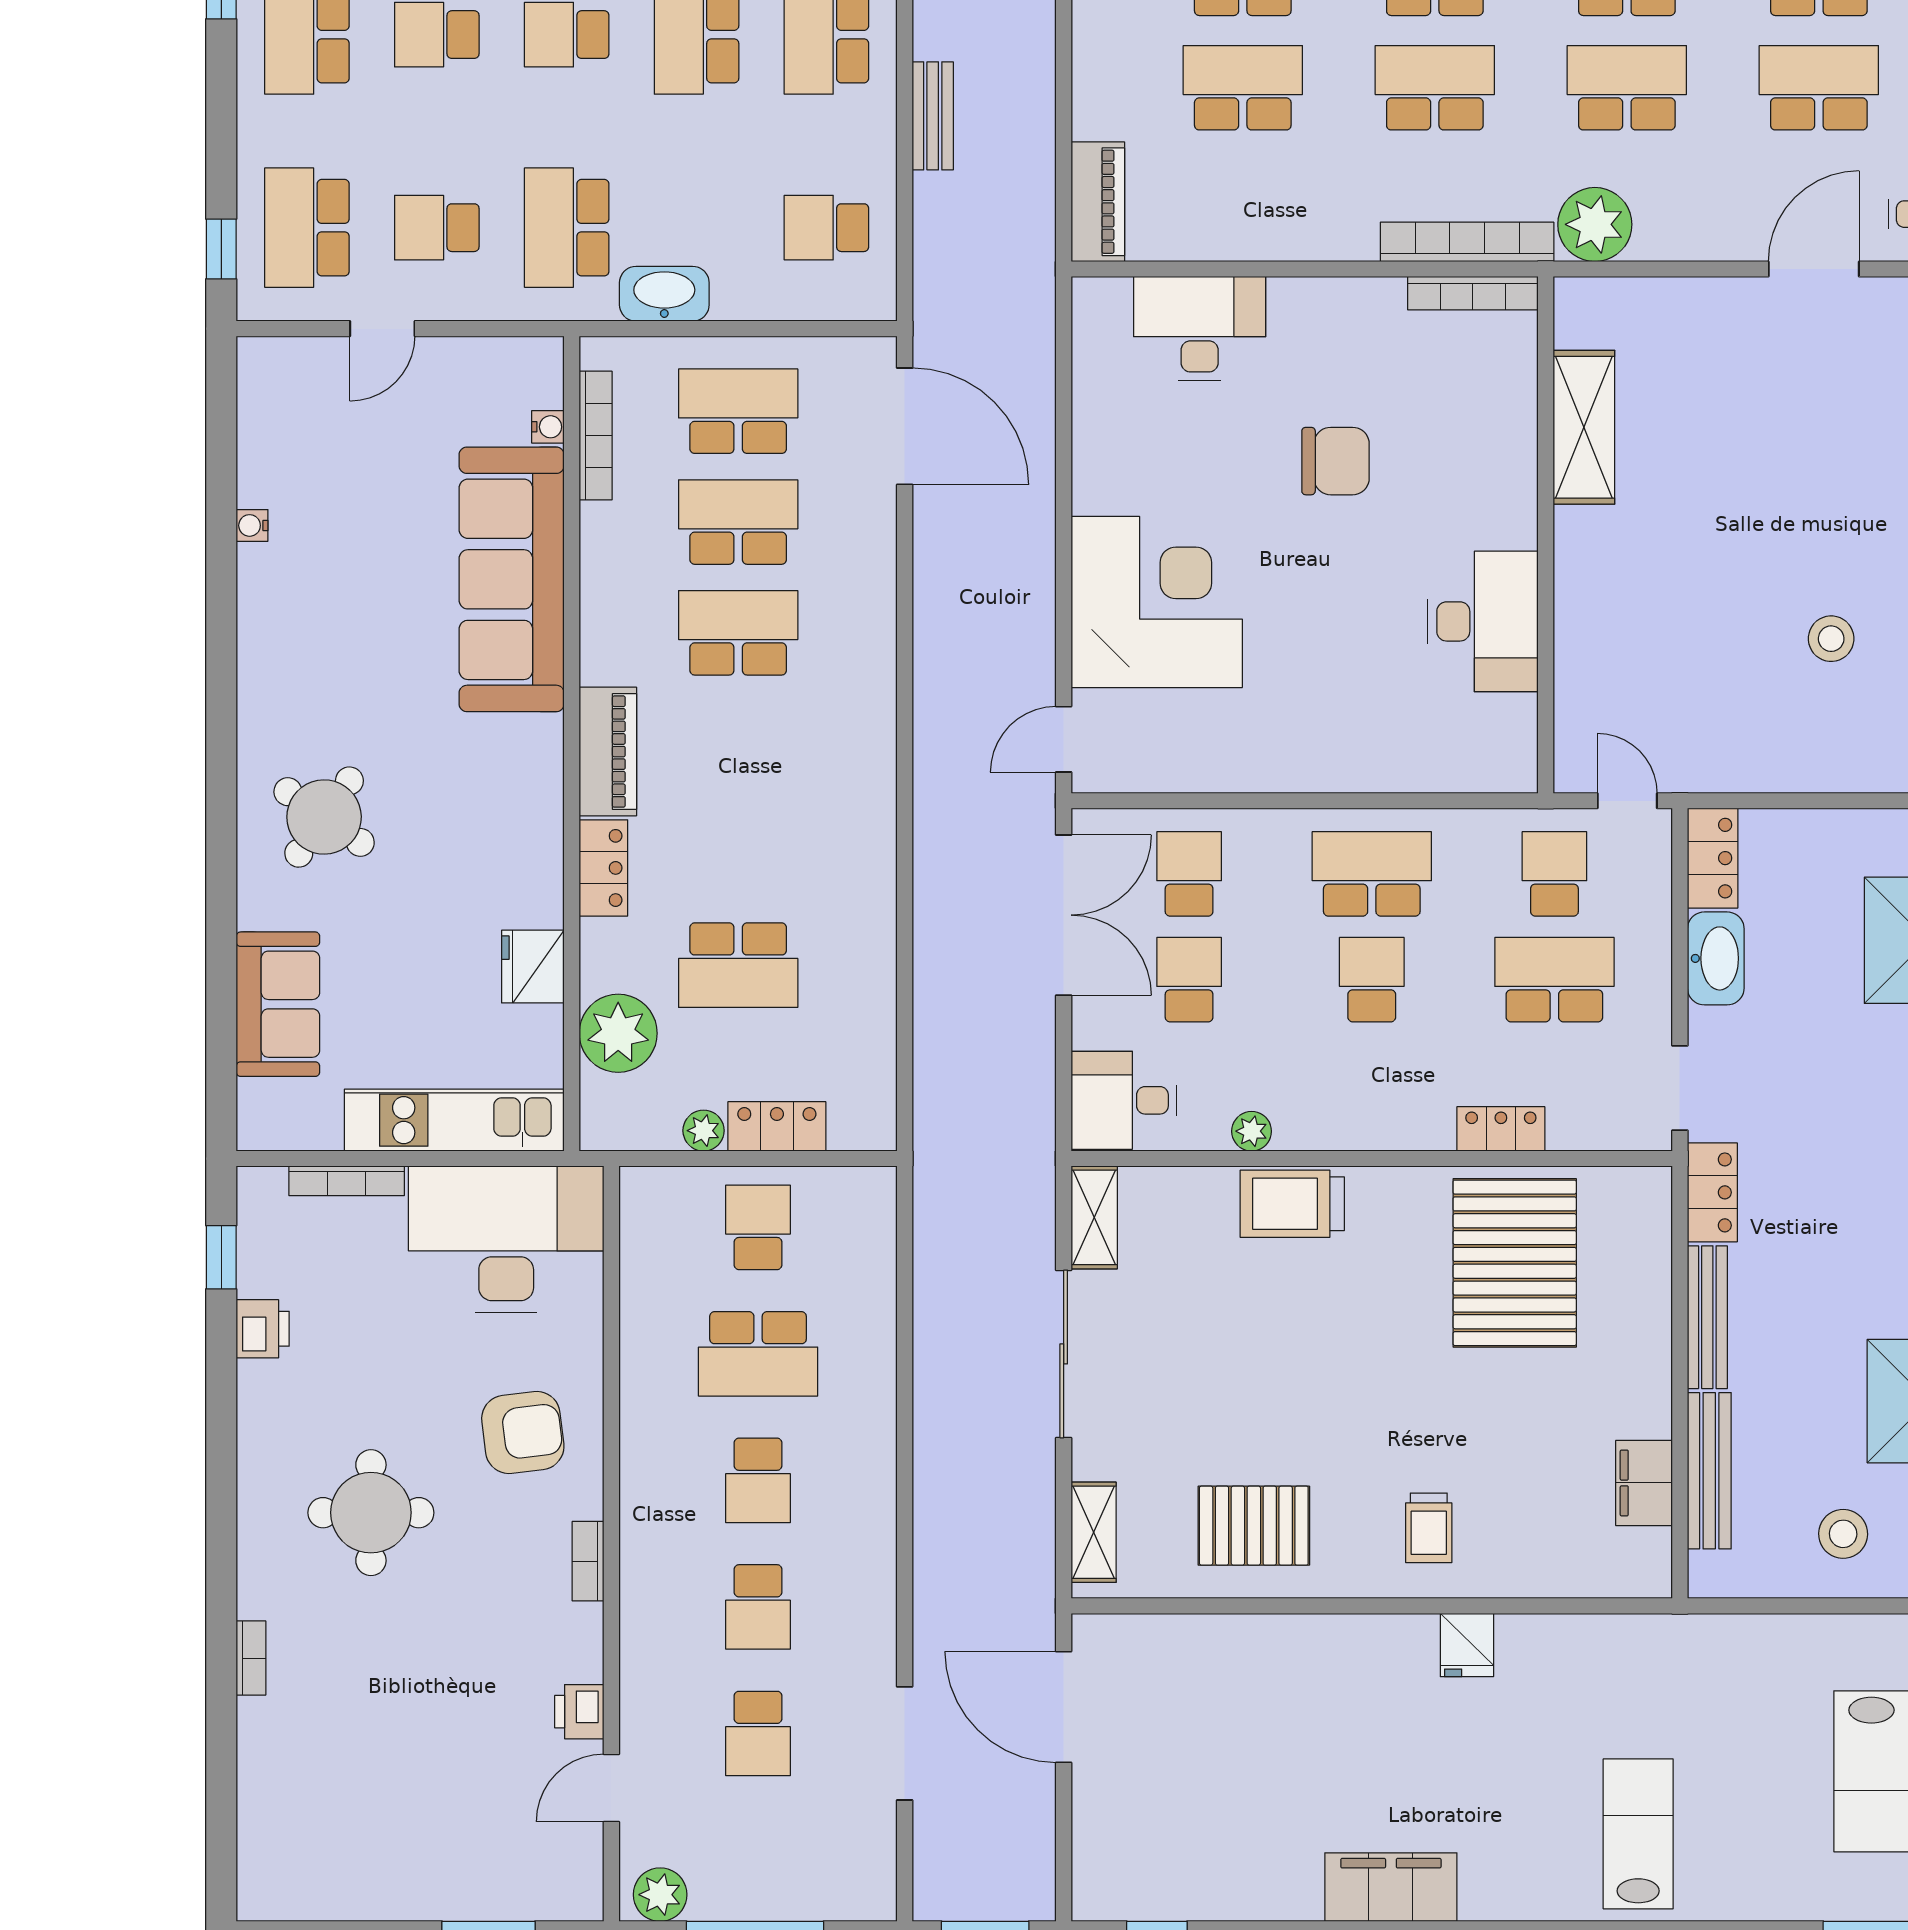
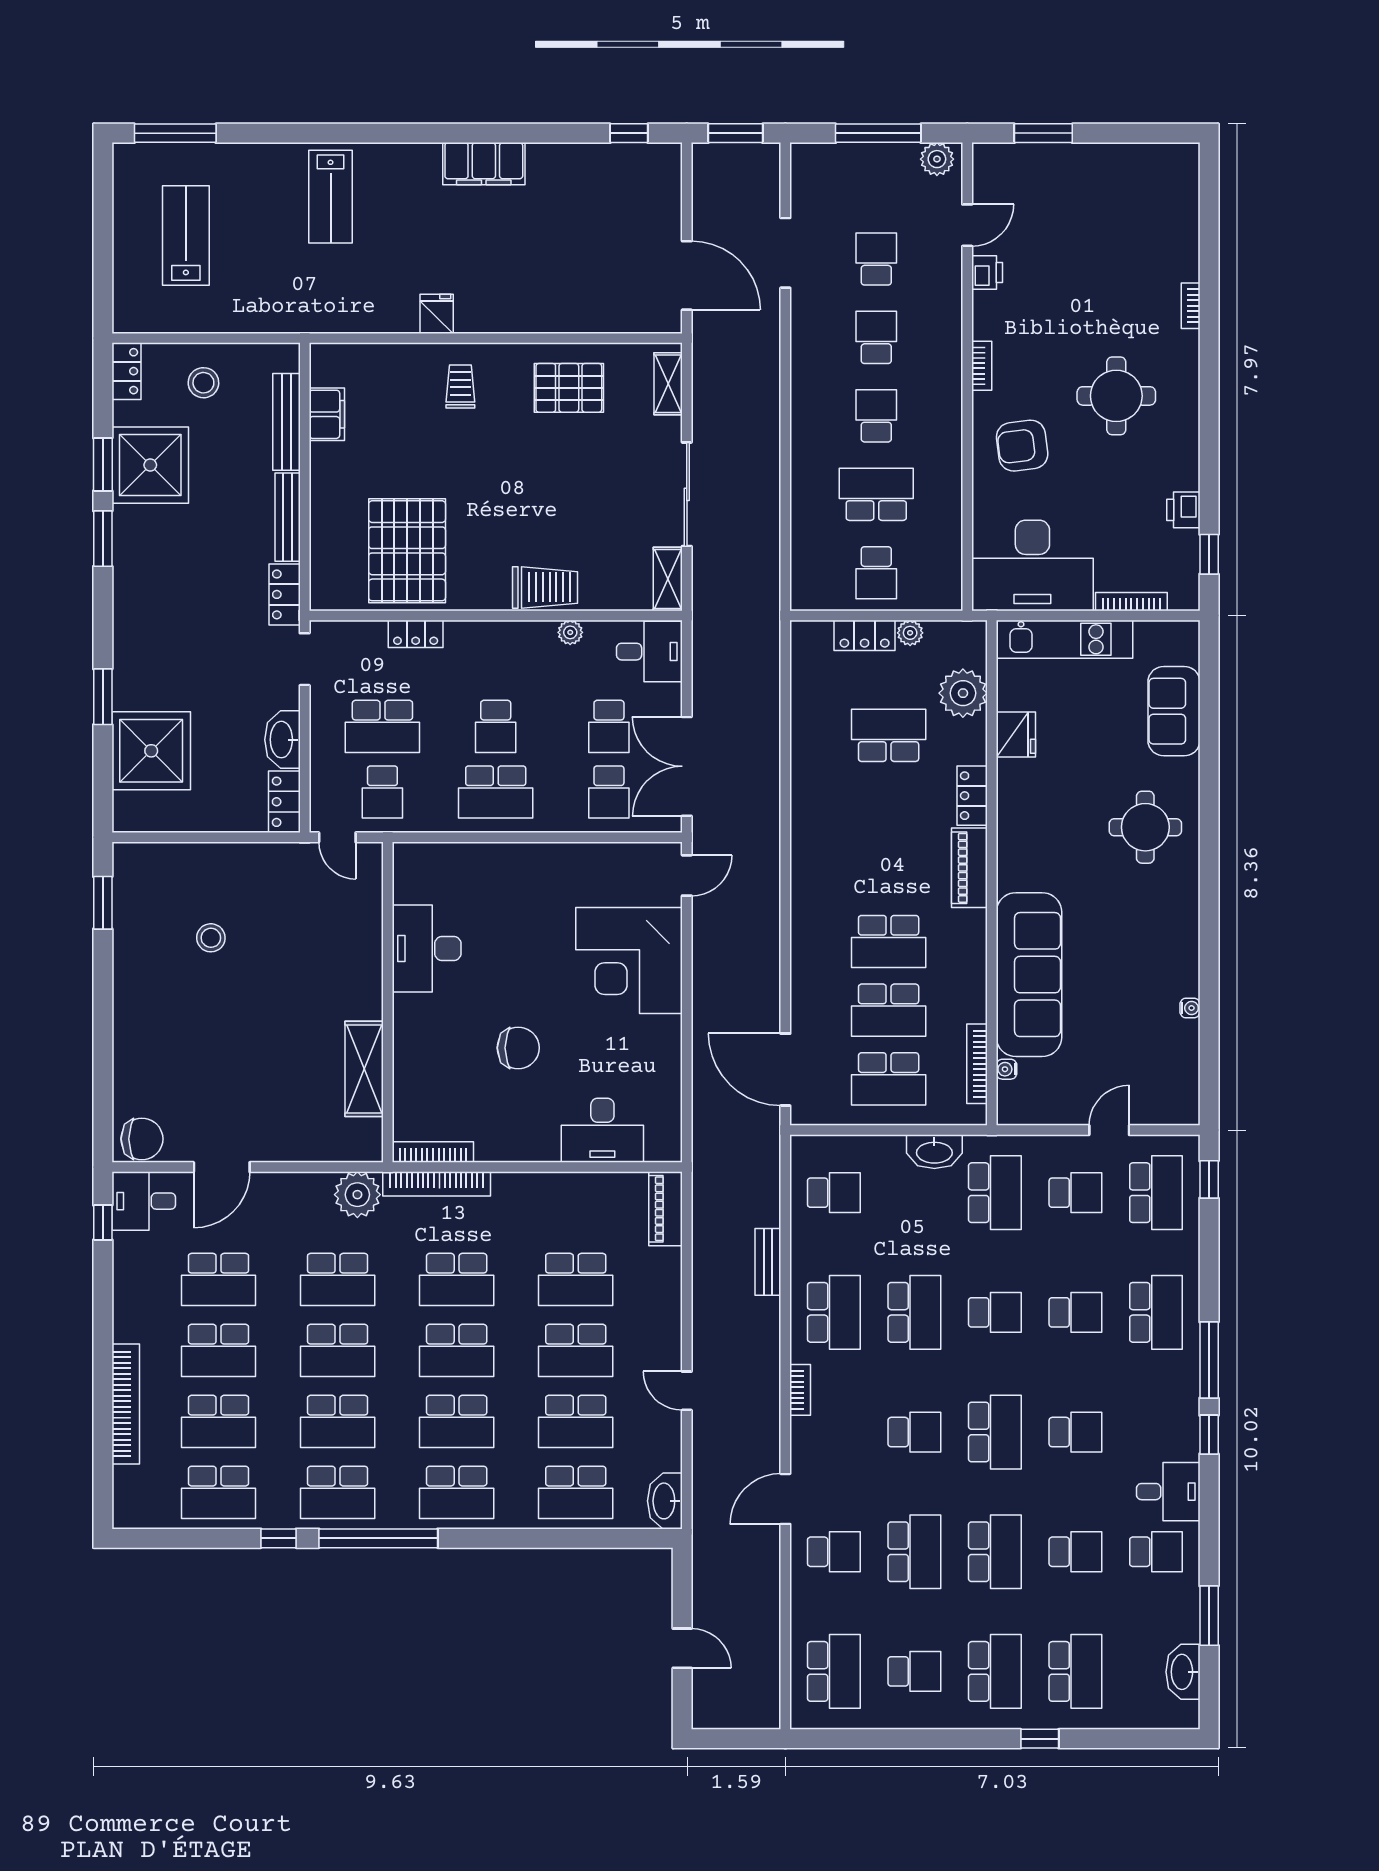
chair: (1336, 461) -> (518, 1048), turned 180
round table: (324, 817) -> (1145, 827), turned -35

